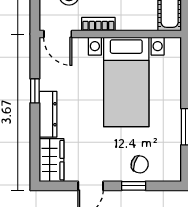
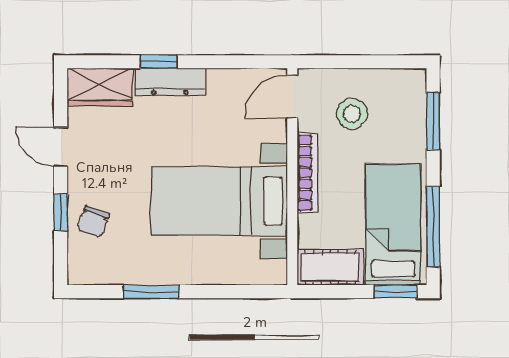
bookcase: (98, 24) -> (307, 173), width x1.56
window: (35, 91) -> (159, 62), moved

